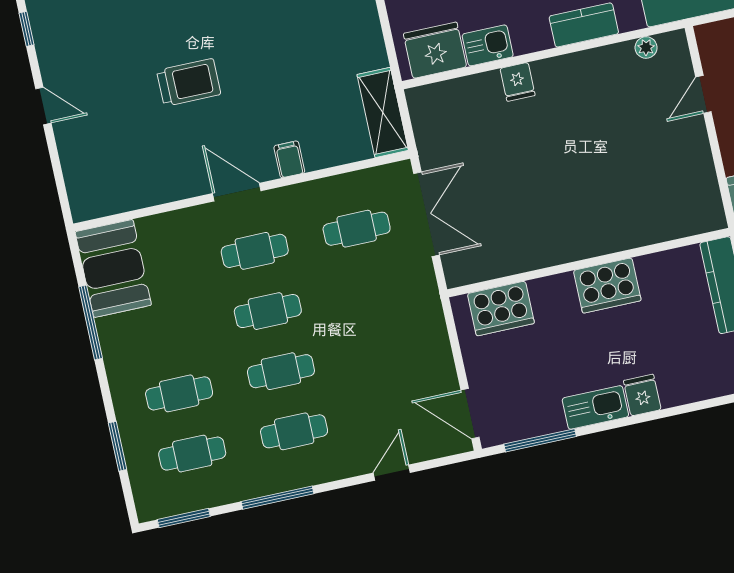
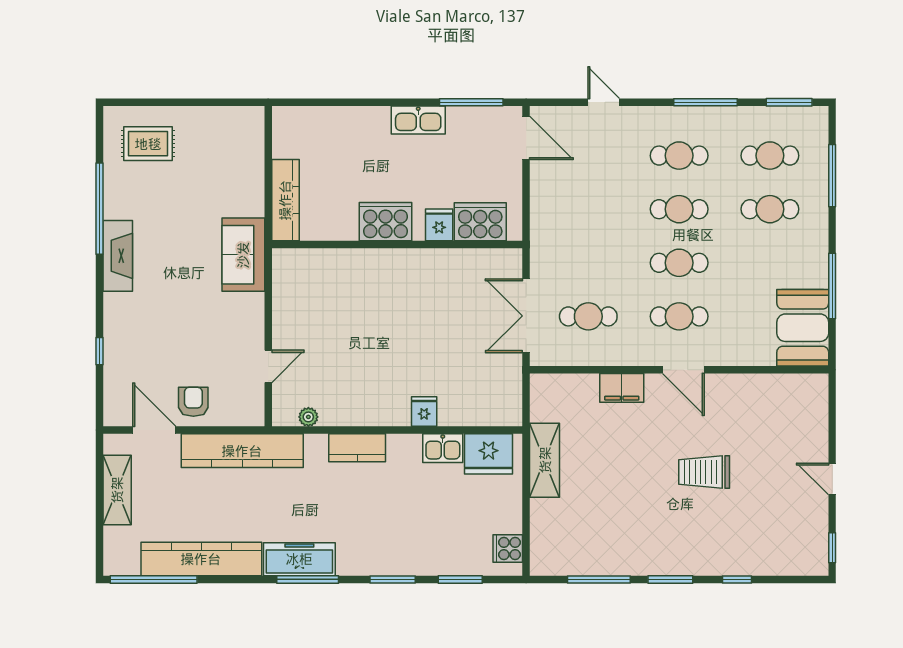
shelving: (383, 112) -> (545, 460), moved
filing cabinet: (289, 159) -> (622, 388), width x2.00
fridge: (642, 395) -> (439, 225), moved, turned 180
window: (118, 446) -> (832, 176), width x1.44
door: (392, 473) -> (604, 102), swing flipped

